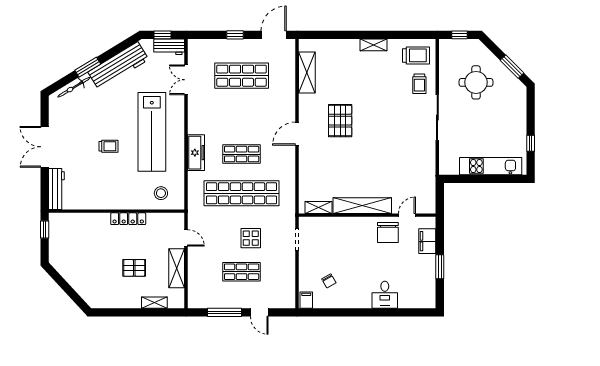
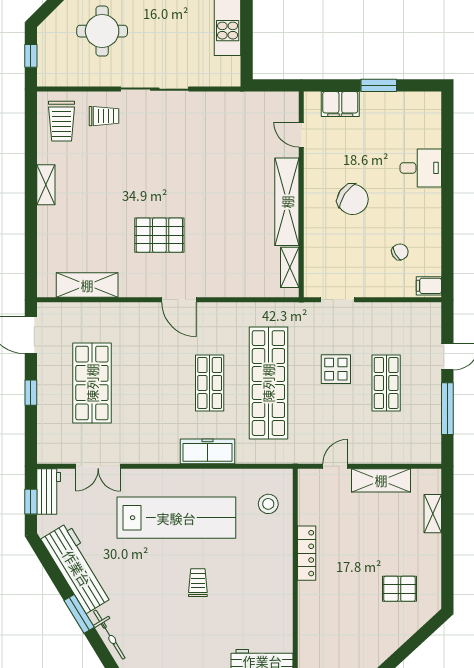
trolley: (416, 55) -> (62, 121), turned 180
chair: (388, 232) -> (353, 199), moved, turned 34
pallet: (134, 268) -> (399, 589), moved, turned 90

